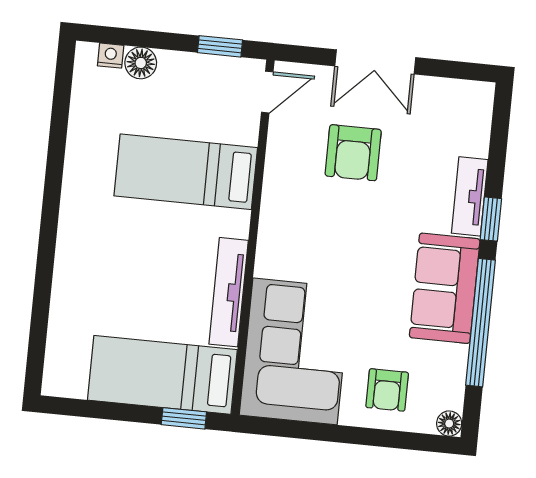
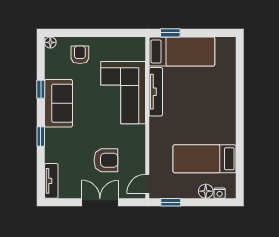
armchair: (353, 153) -> (106, 160), turned 90
bed: (186, 172) -> (205, 159), moved, turned 180
tv unit: (470, 196) -> (51, 181), moved
window: (481, 323) -> (41, 89), width x0.32
corner sofa: (295, 351) -> (123, 93), moved

